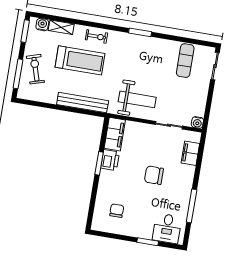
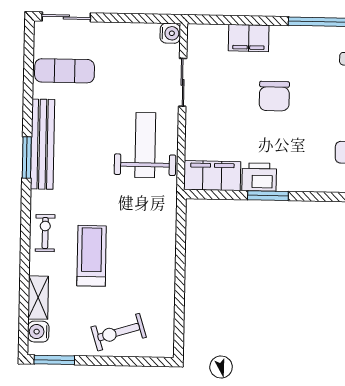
treadmill: (80, 60) -> (92, 256), width x0.73, depth x0.73
window: (18, 74) -> (131, 361), removed
bench: (83, 103) -> (43, 144), moved
filing cabinet: (190, 153) -> (249, 38), moved

